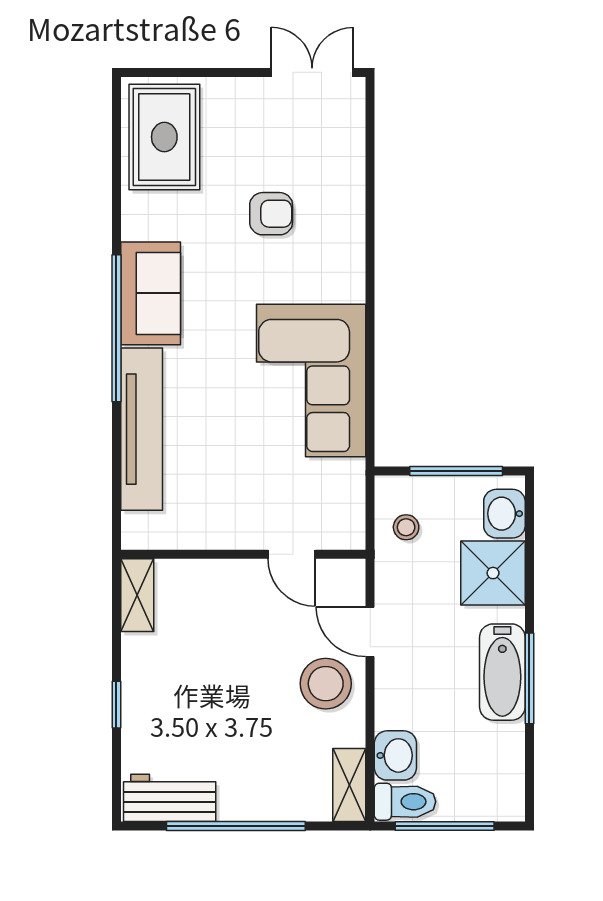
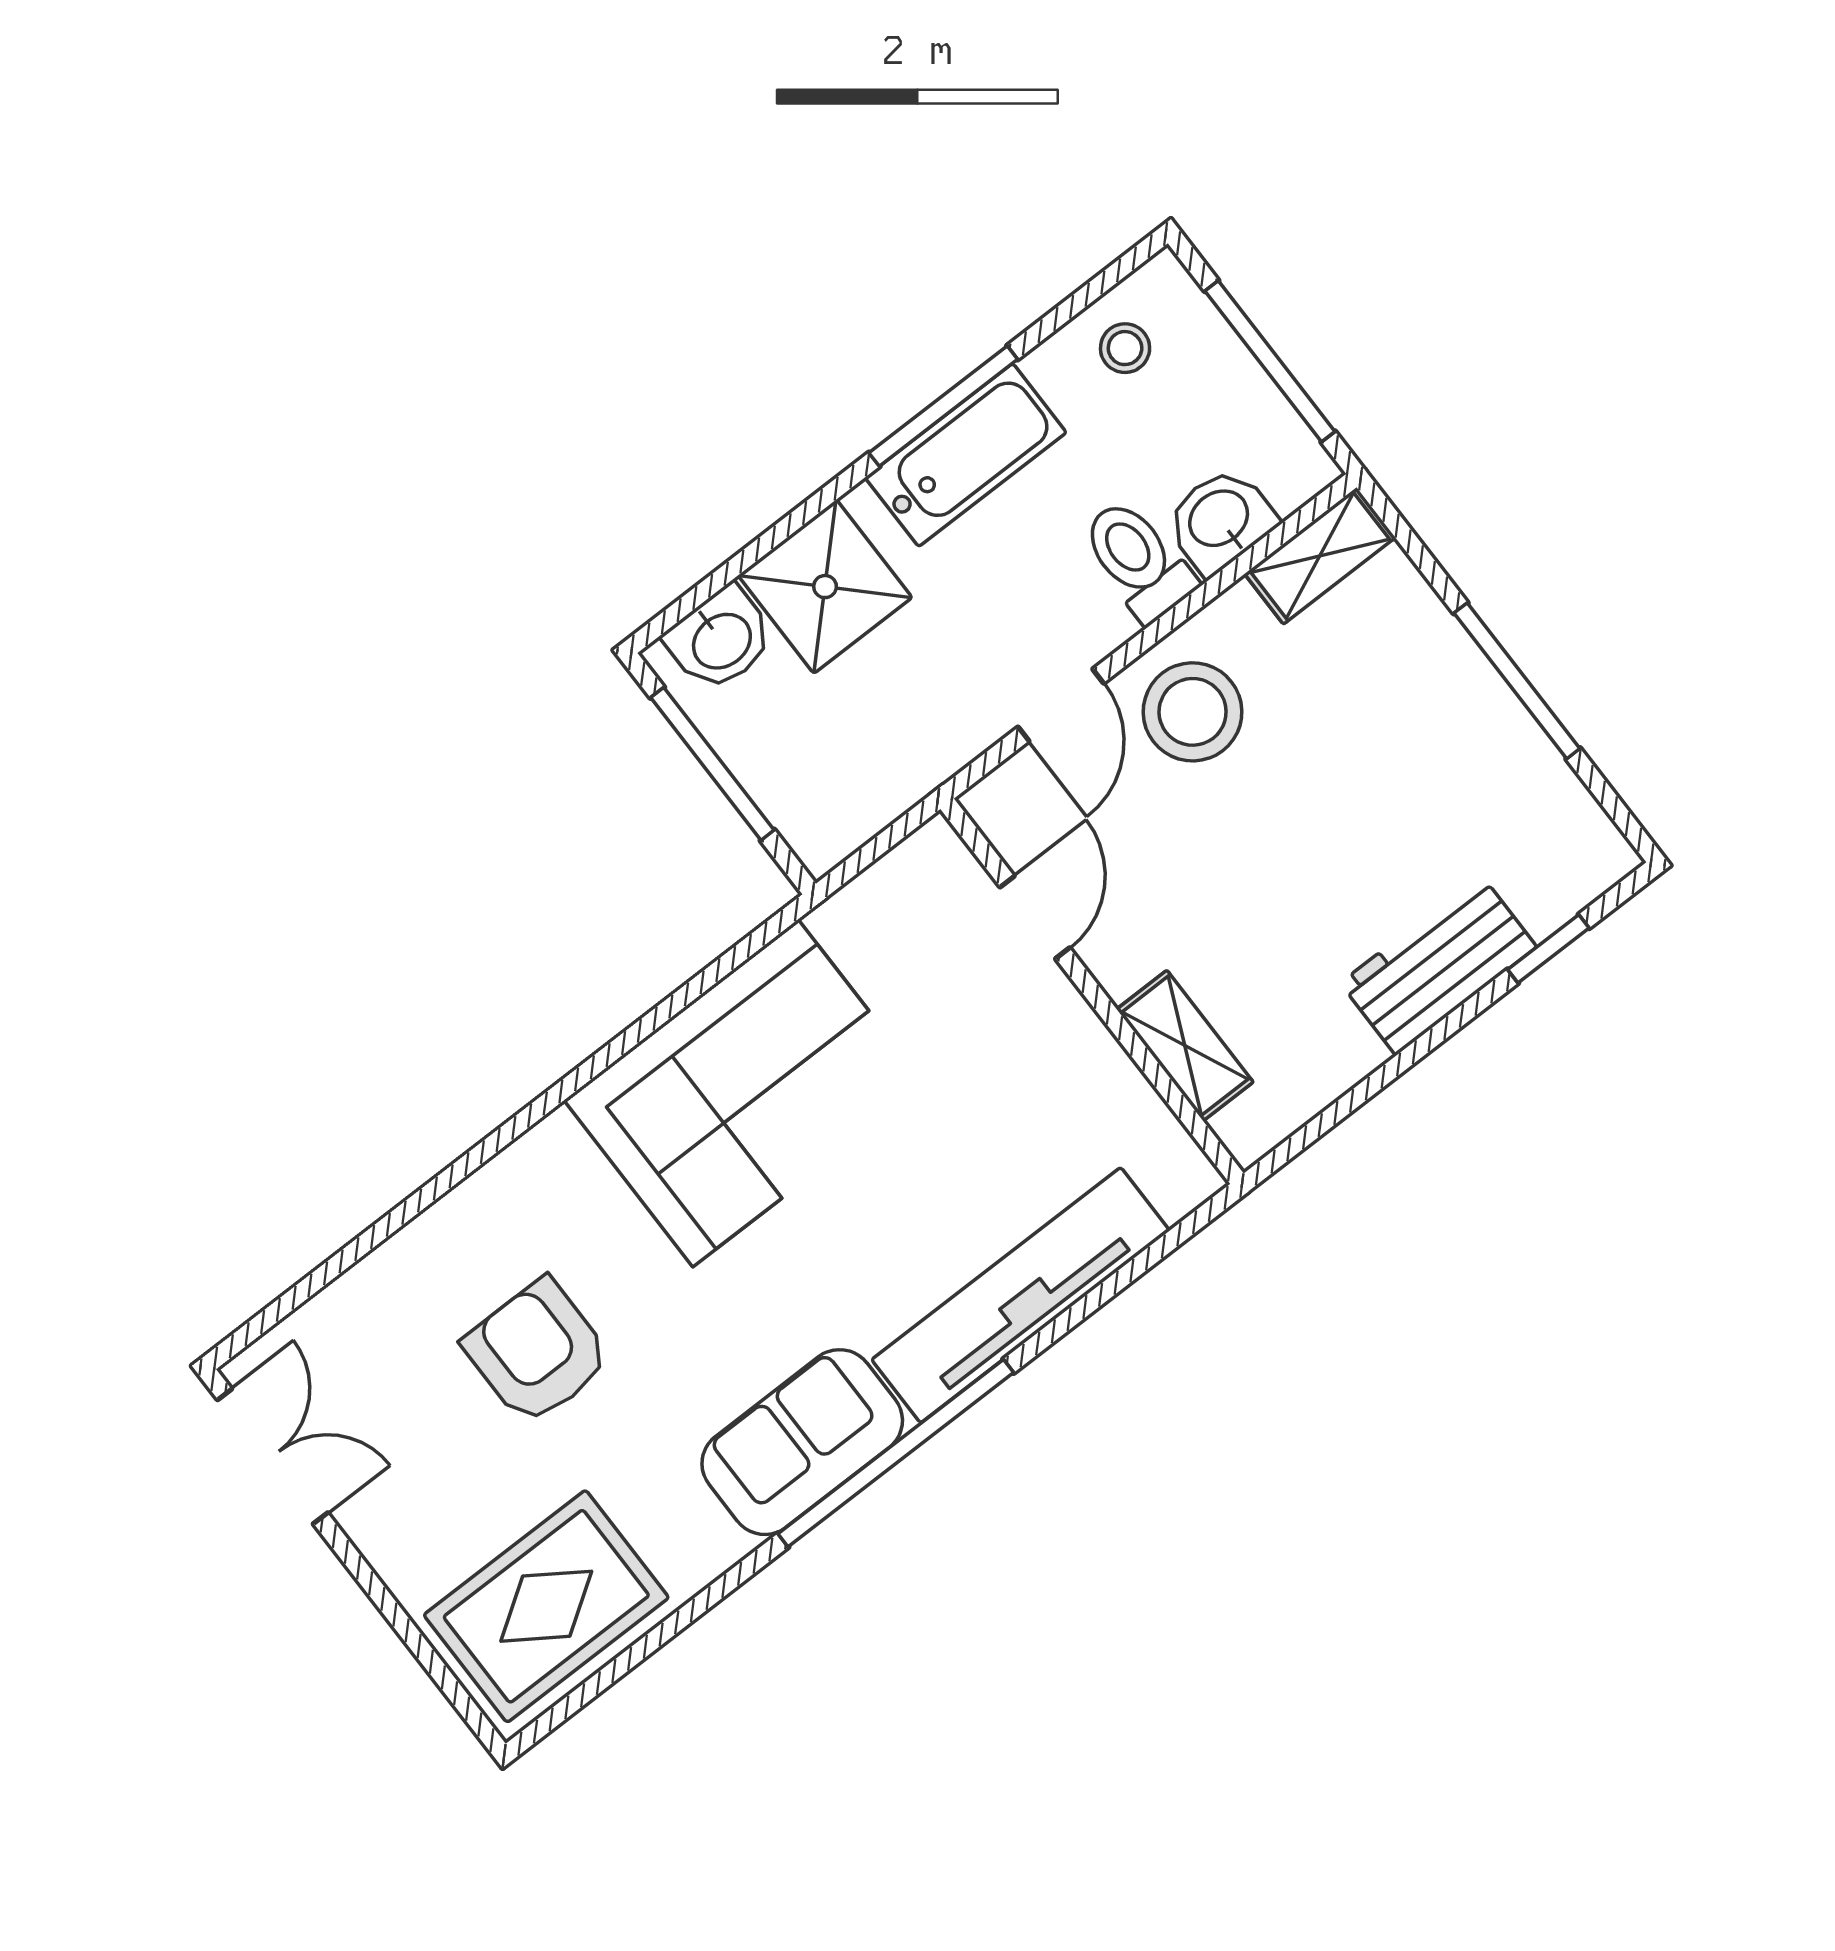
double door: (312, 72) -> (273, 1456), swing flipped
armchair: (271, 214) -> (537, 1352), width x1.38, depth x1.38
stool: (406, 527) -> (1125, 348), moved
shelving: (137, 595) -> (1185, 1046), moved, turned 90
window: (116, 705) -> (1548, 949), moved
workbench: (170, 798) -> (1438, 965), moved, turned 90
toilet: (405, 802) -> (1138, 560), moved
window: (236, 826) -> (1517, 681), width x0.68

